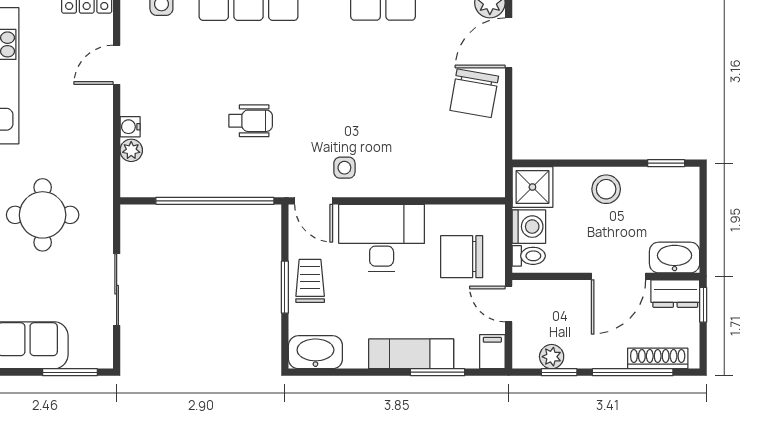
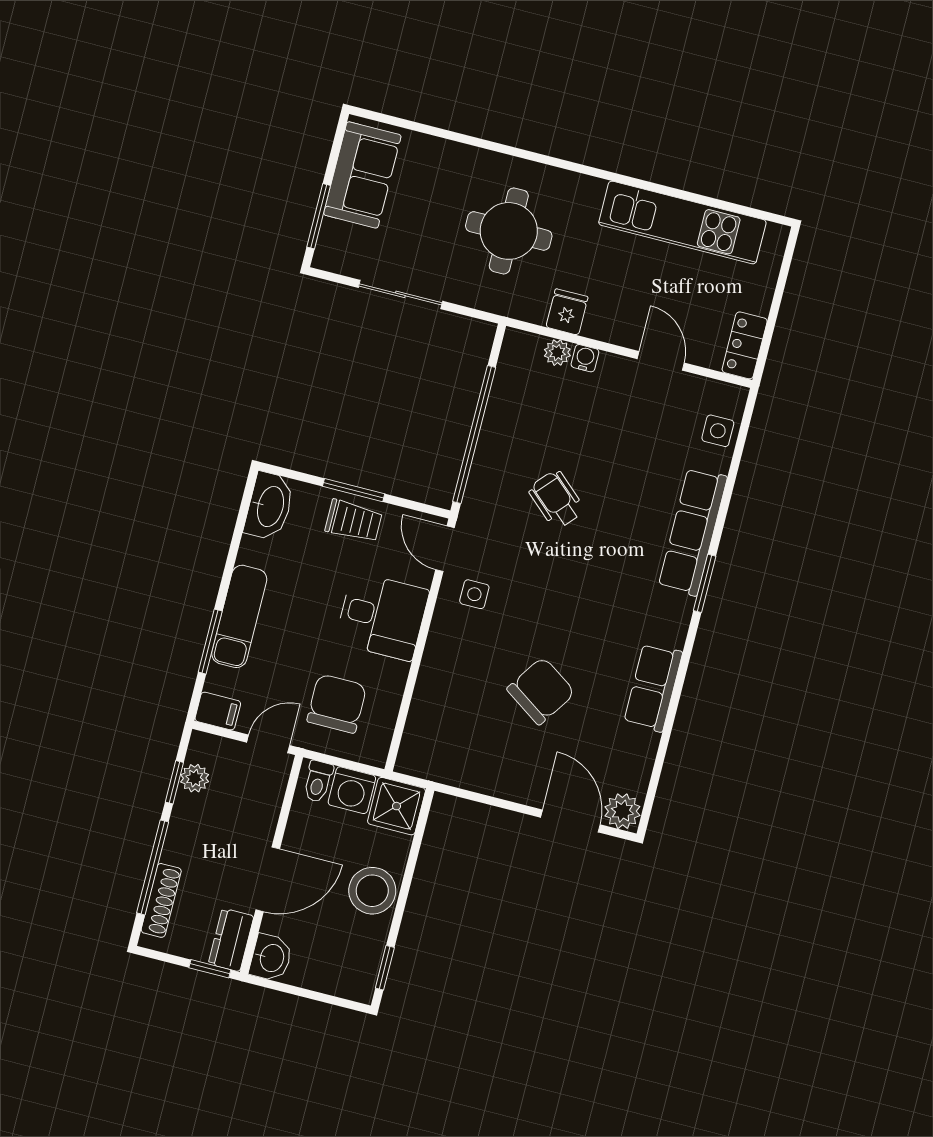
chair: (474, 93) -> (541, 691), moved, turned 114
wheelchair: (251, 121) -> (556, 499), turned 132
fridge: (96, 151) -> (567, 312), added
stool: (606, 189) -> (372, 891), width x1.38, depth x1.38
door: (314, 201) -> (445, 549), hinge flipped
desk: (382, 238) -> (382, 616), width x0.73
washbasin: (675, 258) -> (271, 958), width x0.72
door: (619, 276) -> (268, 879), swing flipped

